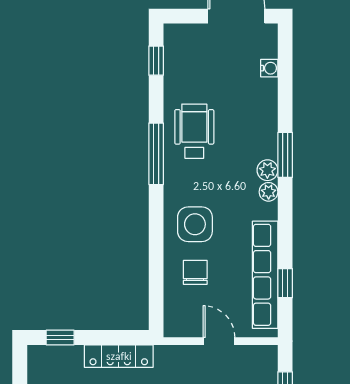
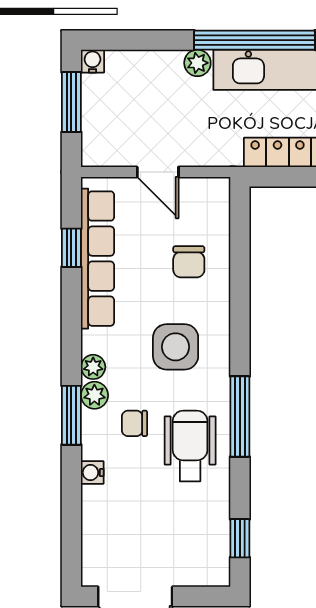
water cooler: (269, 68) -> (92, 473), moved
wheelchair: (194, 131) -> (190, 446), turned 180
chair: (237, 149) -> (134, 423), added
side table: (195, 224) -> (176, 347), moved

